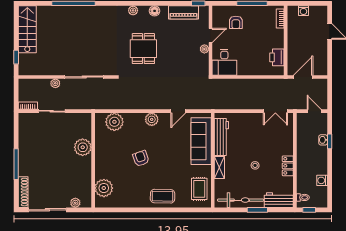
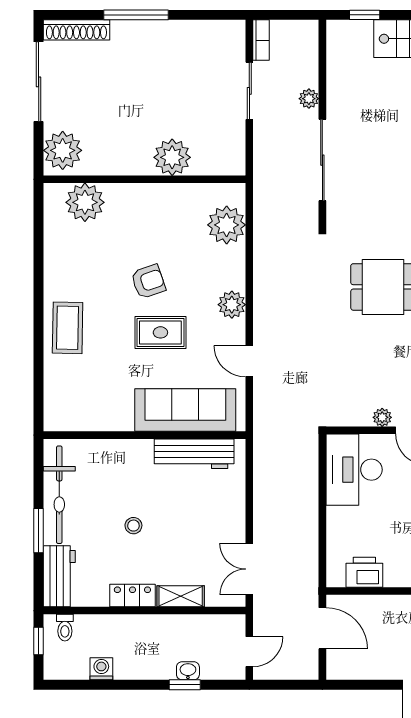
desk: (224, 62) -> (354, 470), width x1.37
shelving: (219, 168) -> (181, 596), moved
rug: (199, 189) -> (160, 332), moved
plant: (75, 203) -> (63, 150), width x1.88, depth x1.88

